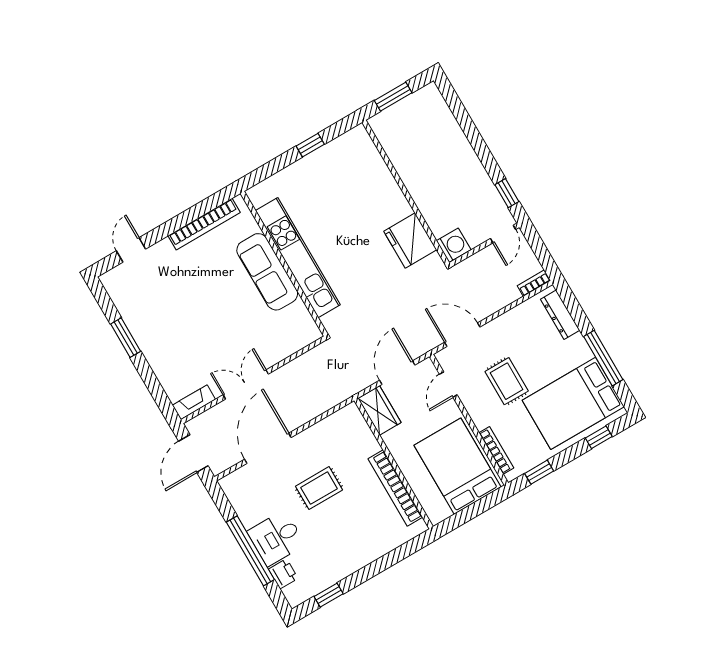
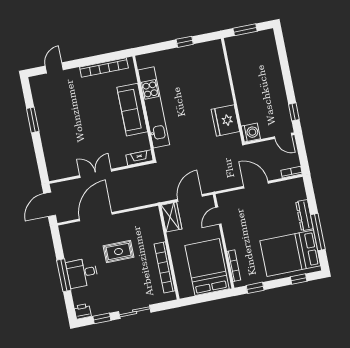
door: (503, 234) -> (283, 136), hinge flipped
dresser: (560, 315) -> (304, 215), moved
door: (462, 335) -> (256, 185), moved
rug: (507, 381) -> (254, 226), removed
fireplace: (194, 402) -> (139, 158), moved
window: (250, 551) -> (64, 275), width x0.68
sliding door: (374, 569) -> (135, 312), added
printer: (283, 574) -> (83, 311), moved, turned -90

